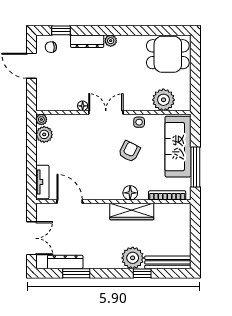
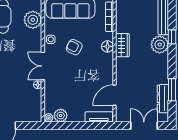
wardrobe: (132, 211) -> (122, 45), width x0.67

